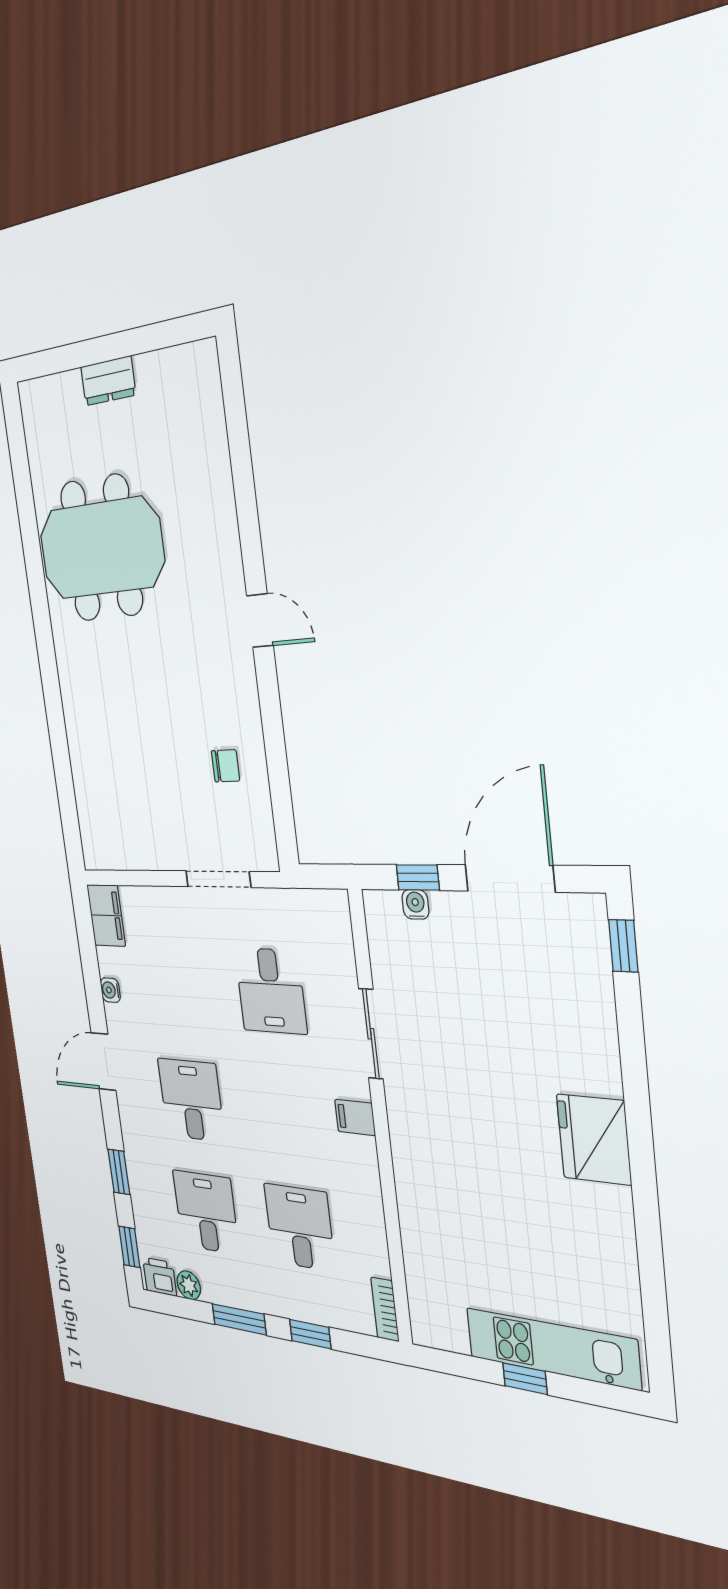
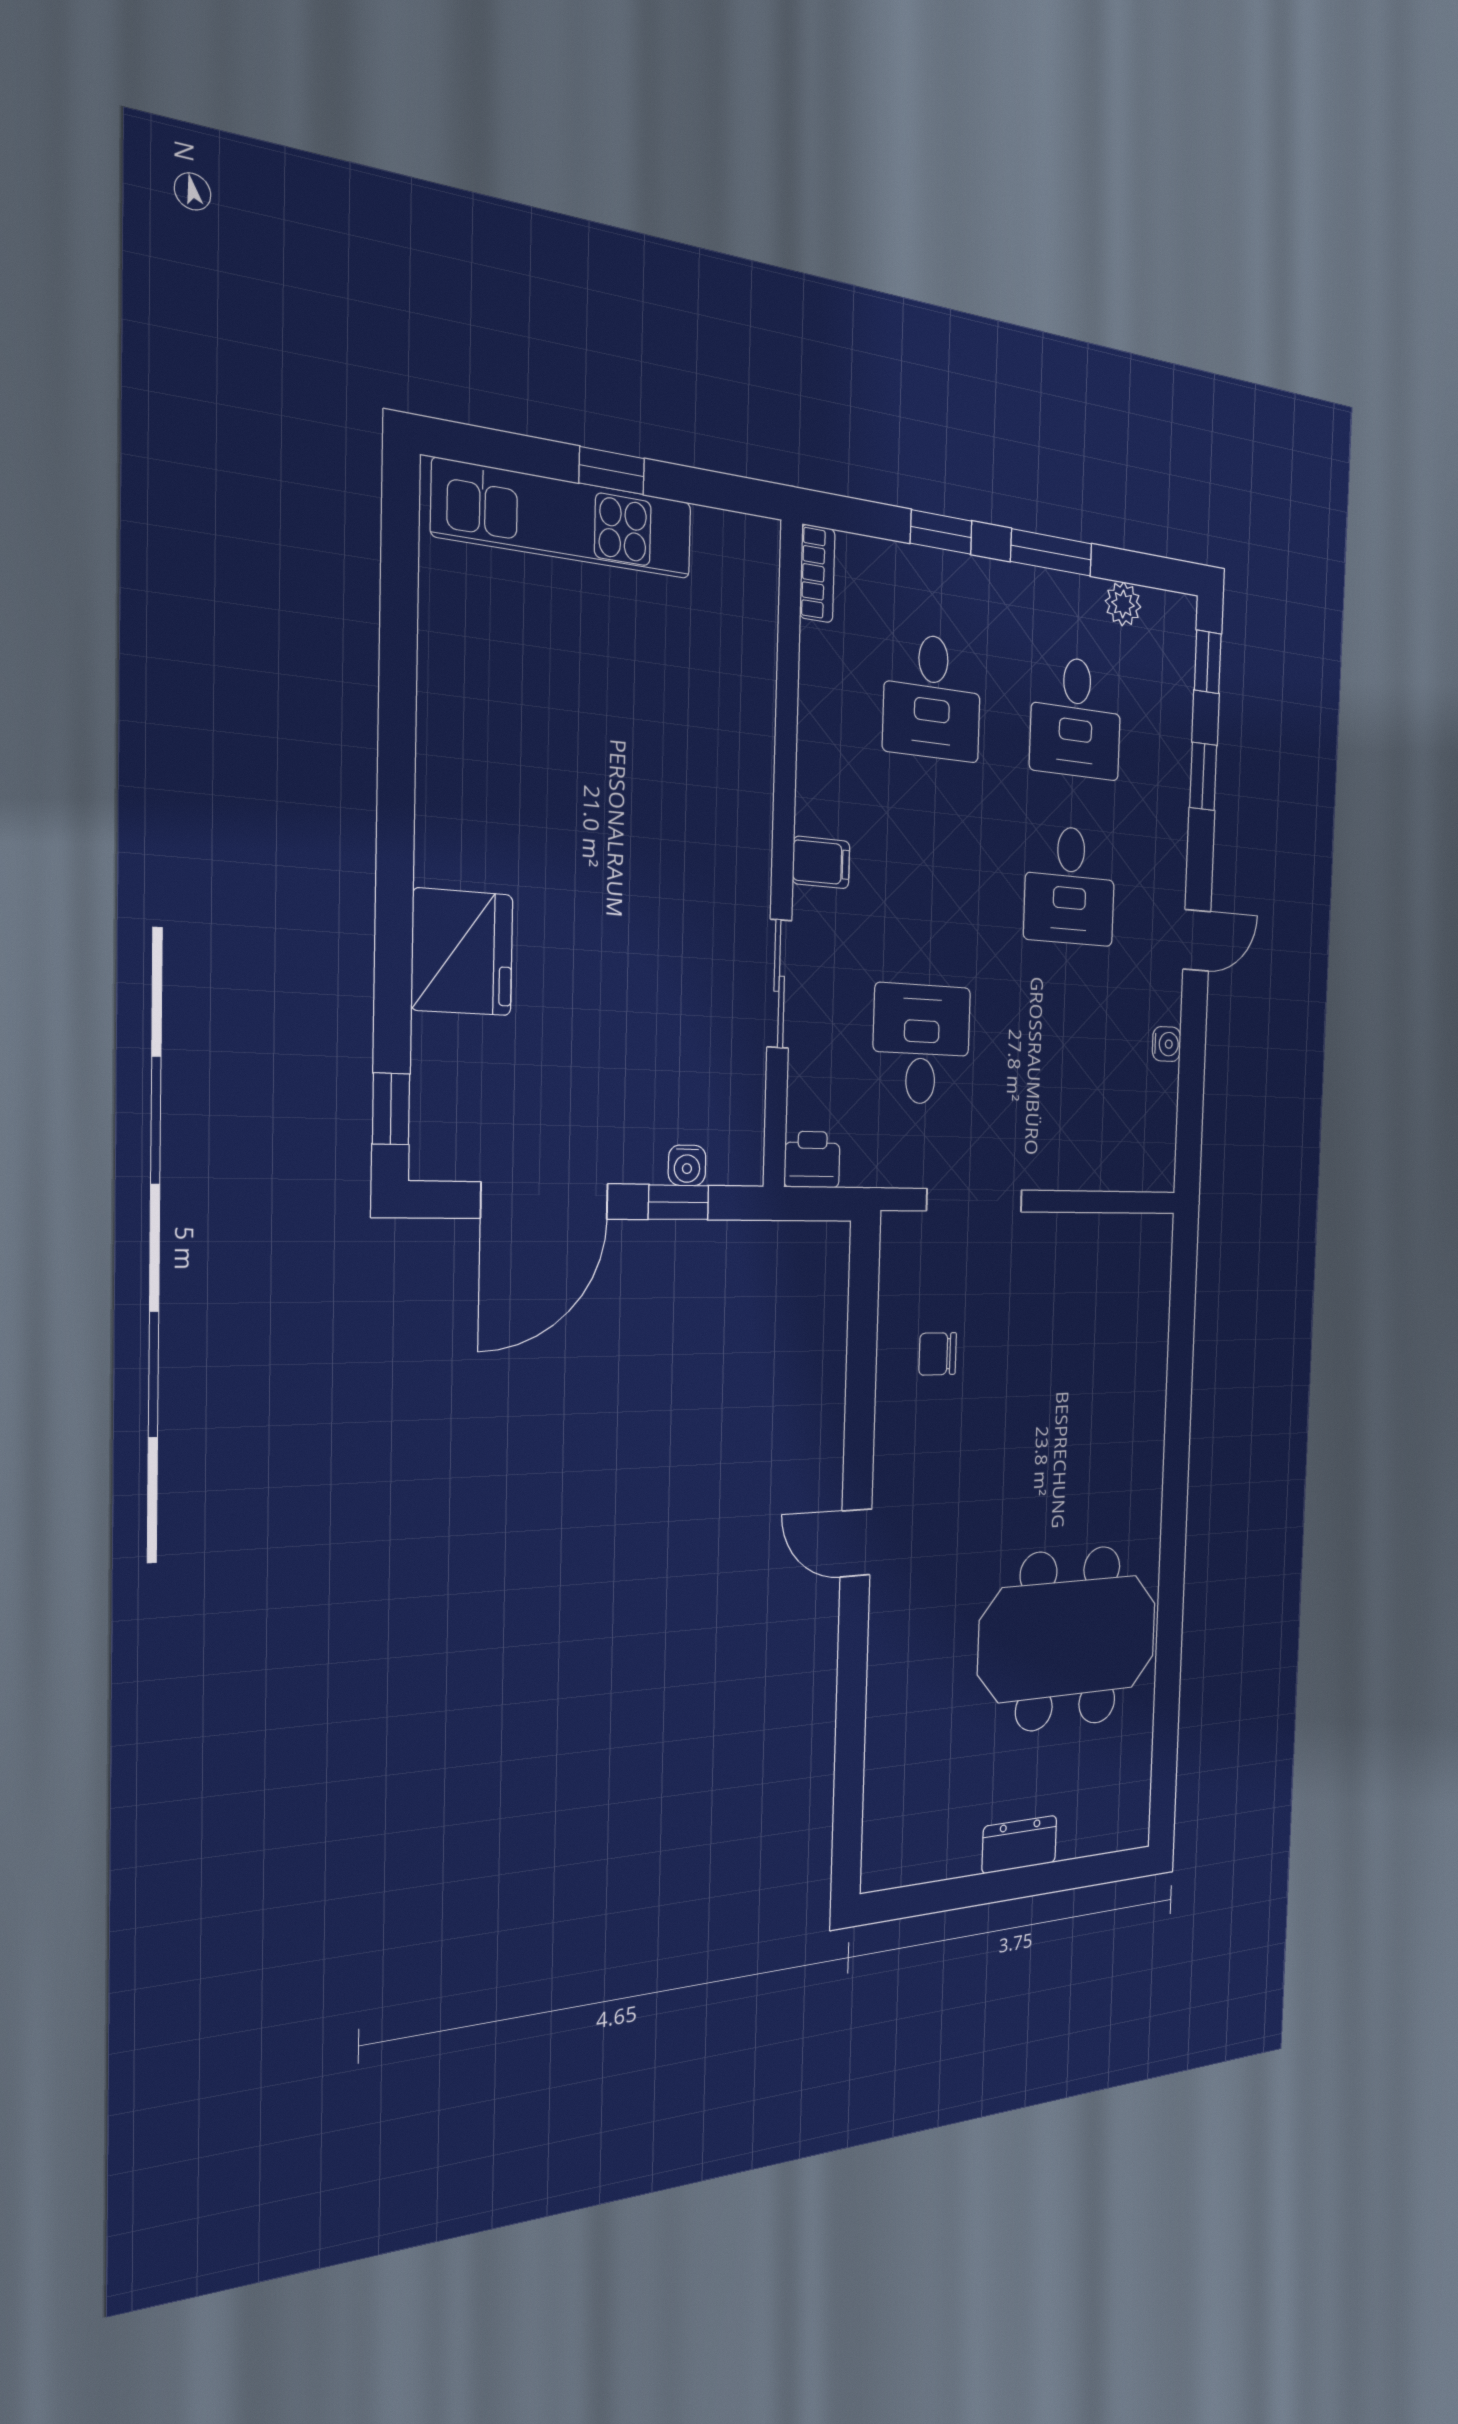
filing cabinet: (106, 915) -> (1153, 1150), removed
door: (103, 1062) -> (1197, 940), width x0.73
fridge: (594, 1139) -> (462, 952), moved
printer: (160, 1277) -> (812, 1159), moved, turned 180

